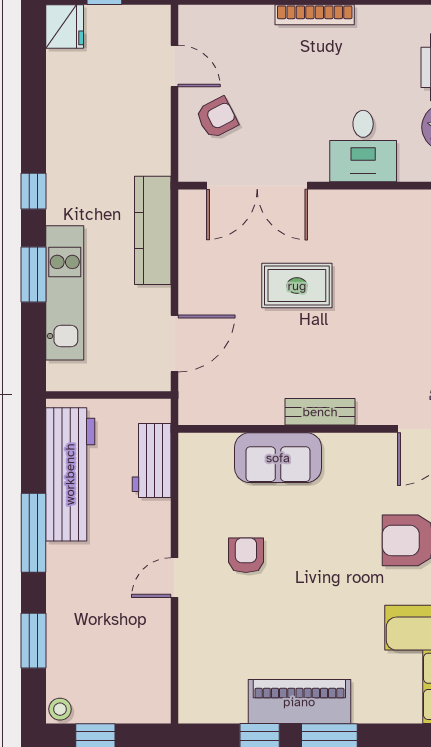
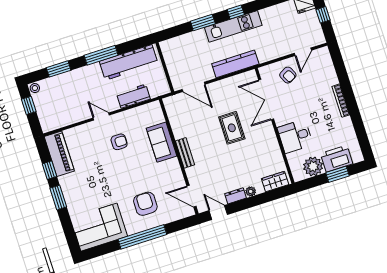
kitchen unit: (65, 293) -> (233, 26), moved
workbench: (152, 460) -> (133, 96), moved
piano: (299, 702) -> (59, 154), moved

